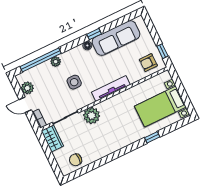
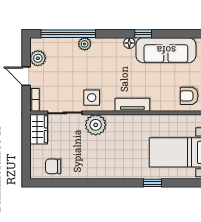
side table: (74, 82) -> (92, 98), moved
tv unit: (111, 88) -> (132, 105), width x0.71

